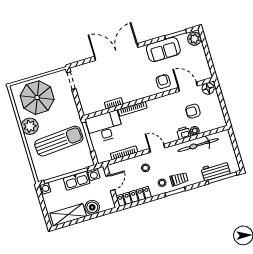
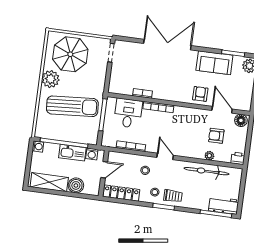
desk: (105, 127) -> (128, 113), width x0.73
printer: (184, 133) -> (238, 158), moved
workbench: (216, 171) -> (224, 205), moved

